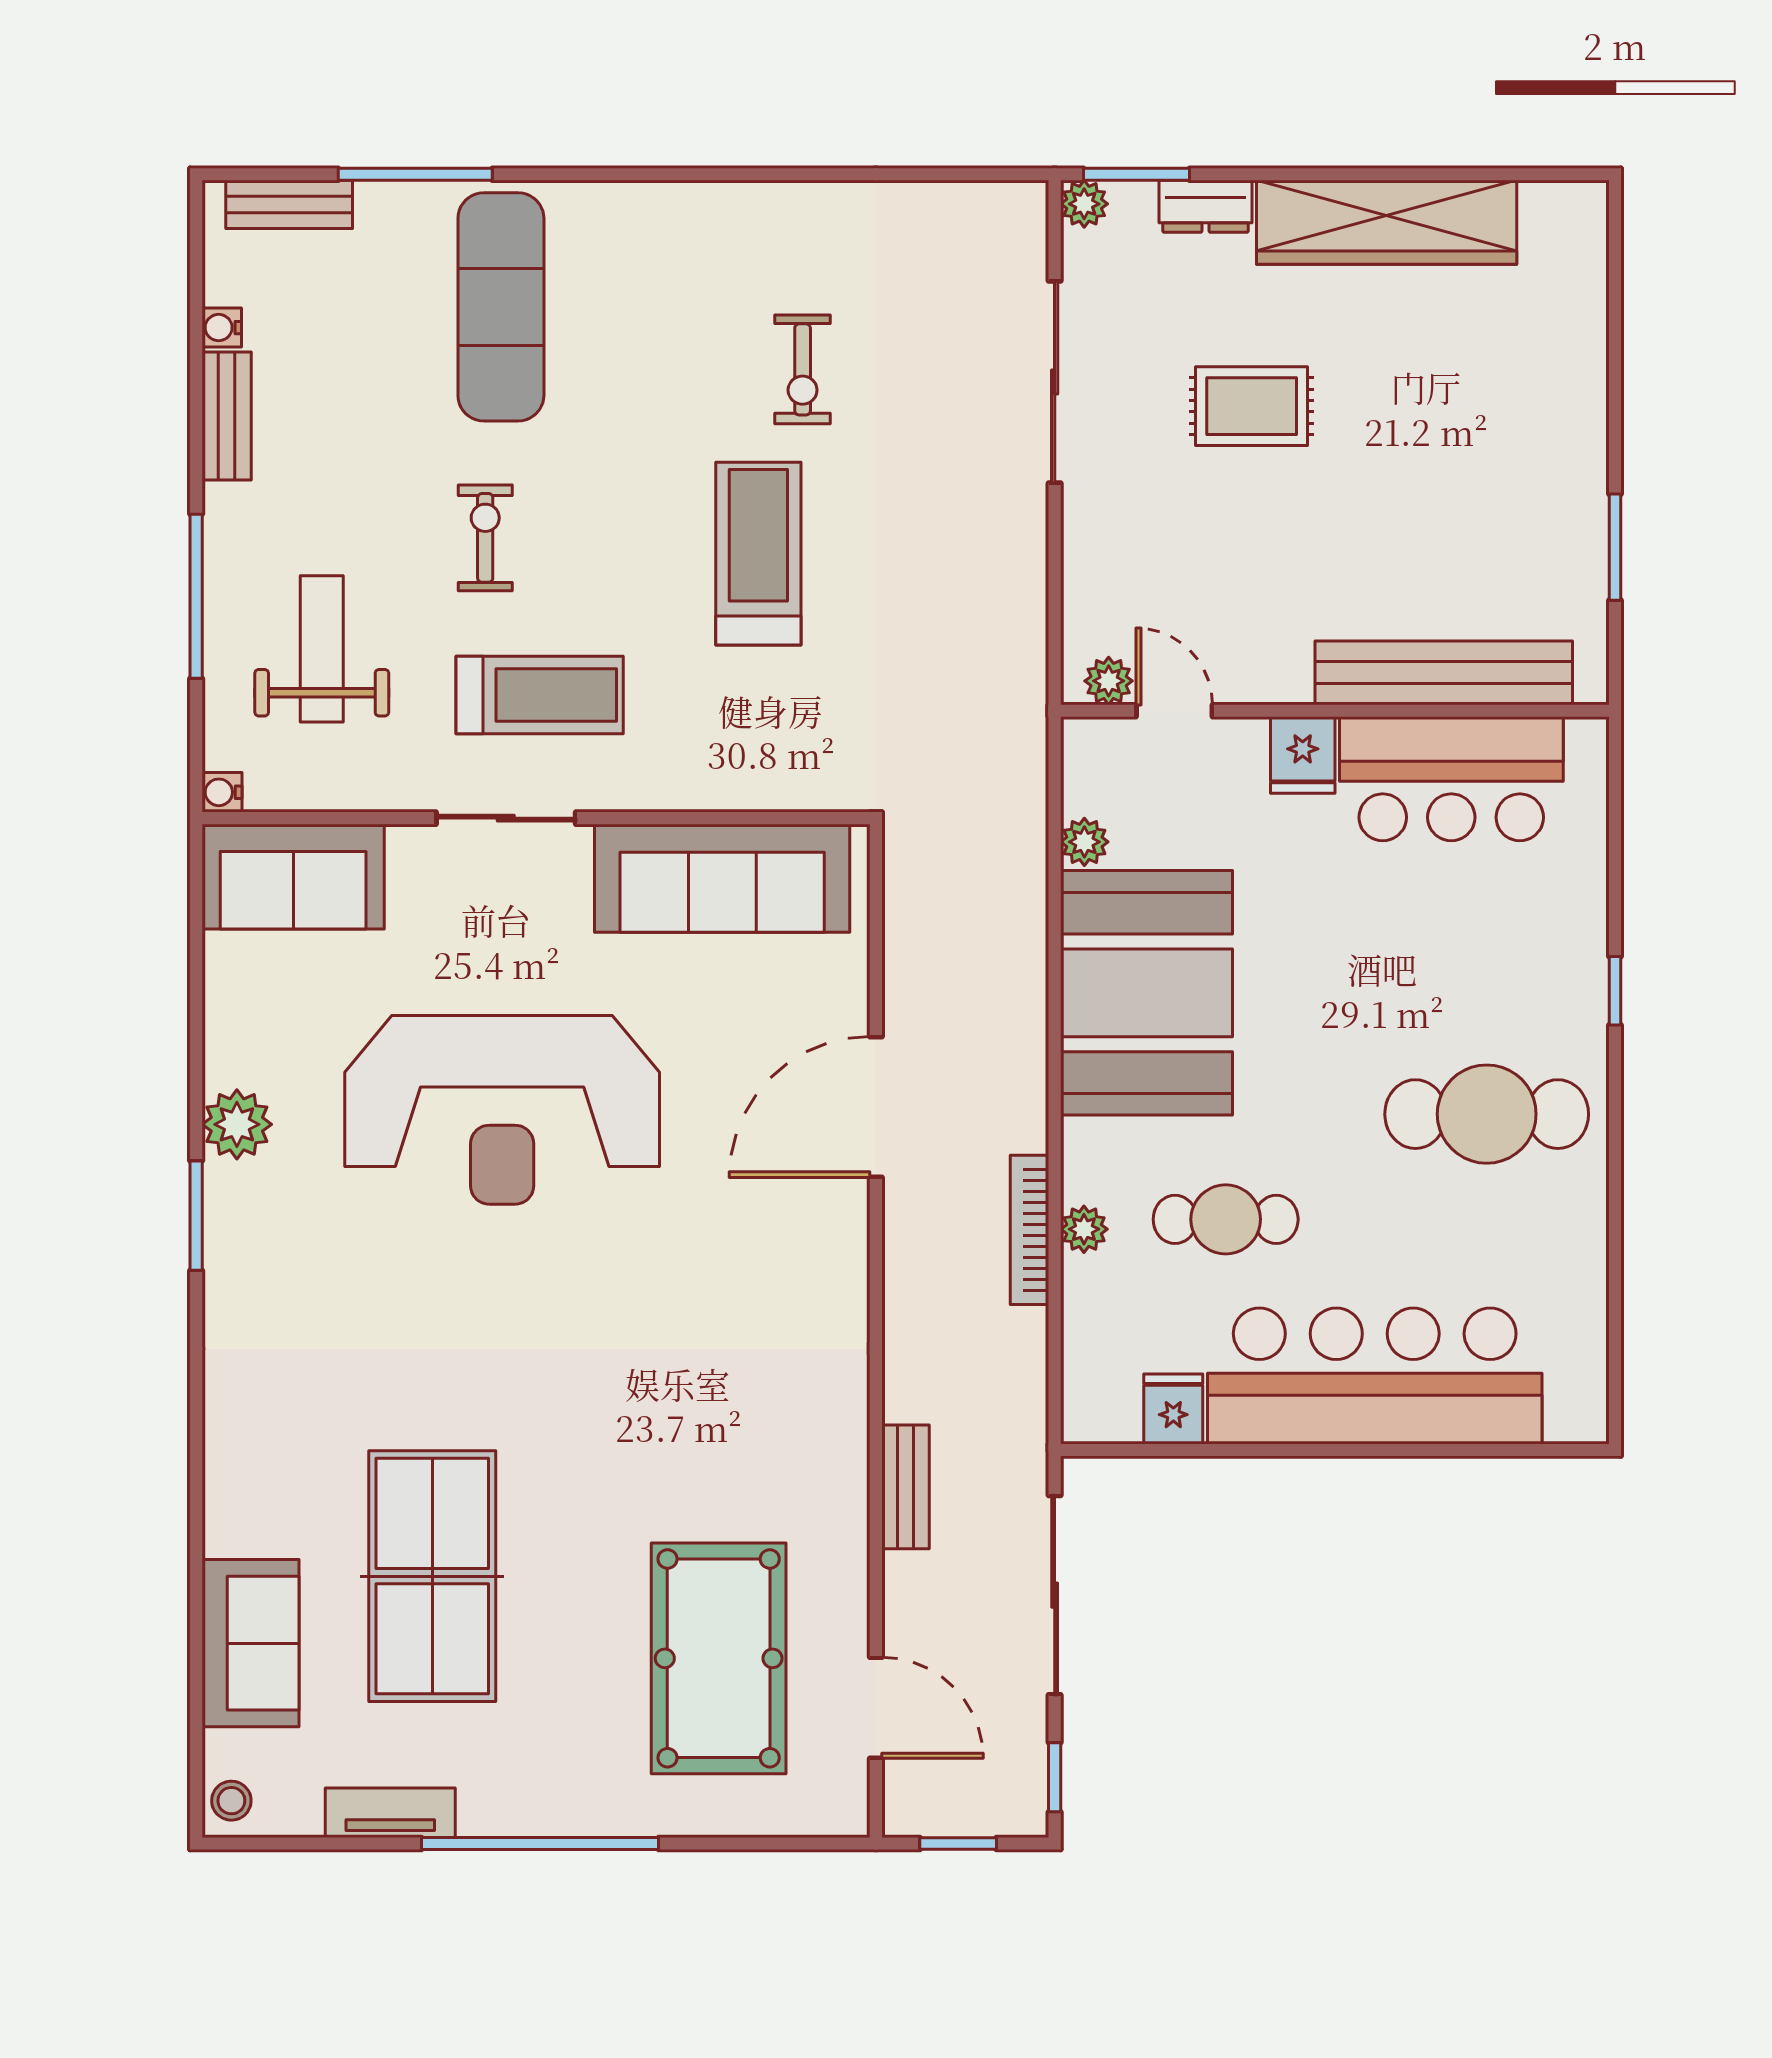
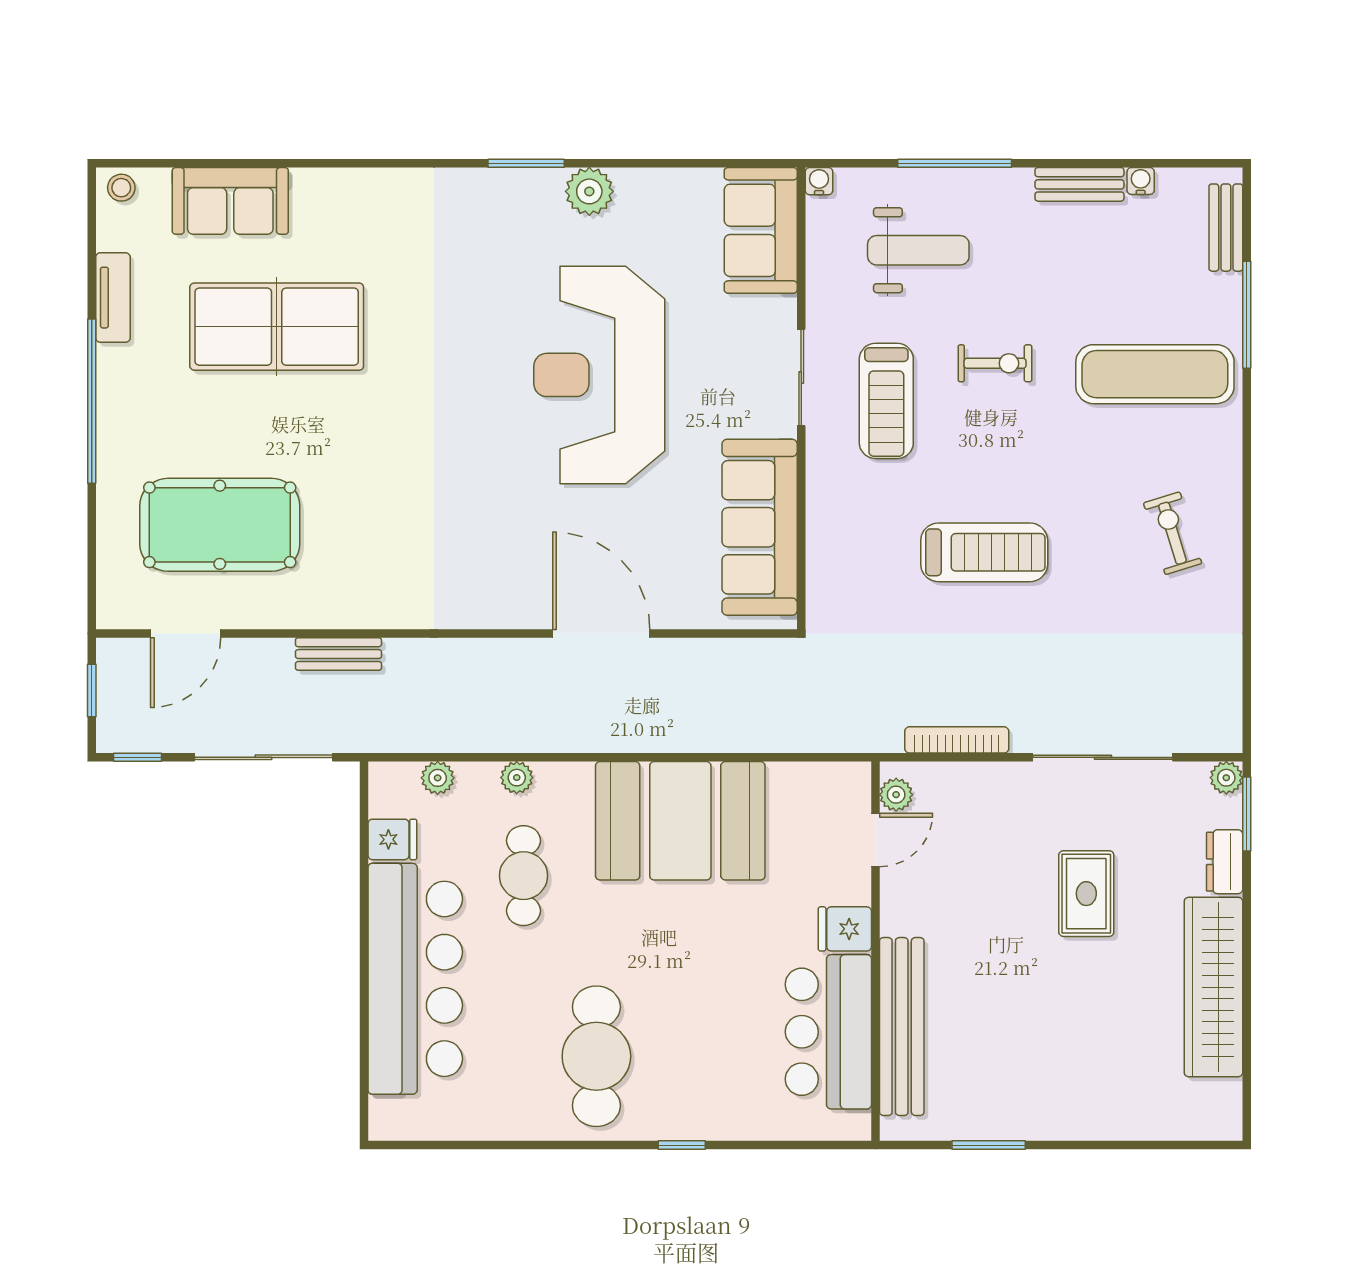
exercise bike: (803, 369) -> (1173, 533), moved, turned 73
plant: (1084, 842) -> (438, 778), moved
bookcase: (1030, 1230) -> (957, 740), moved

